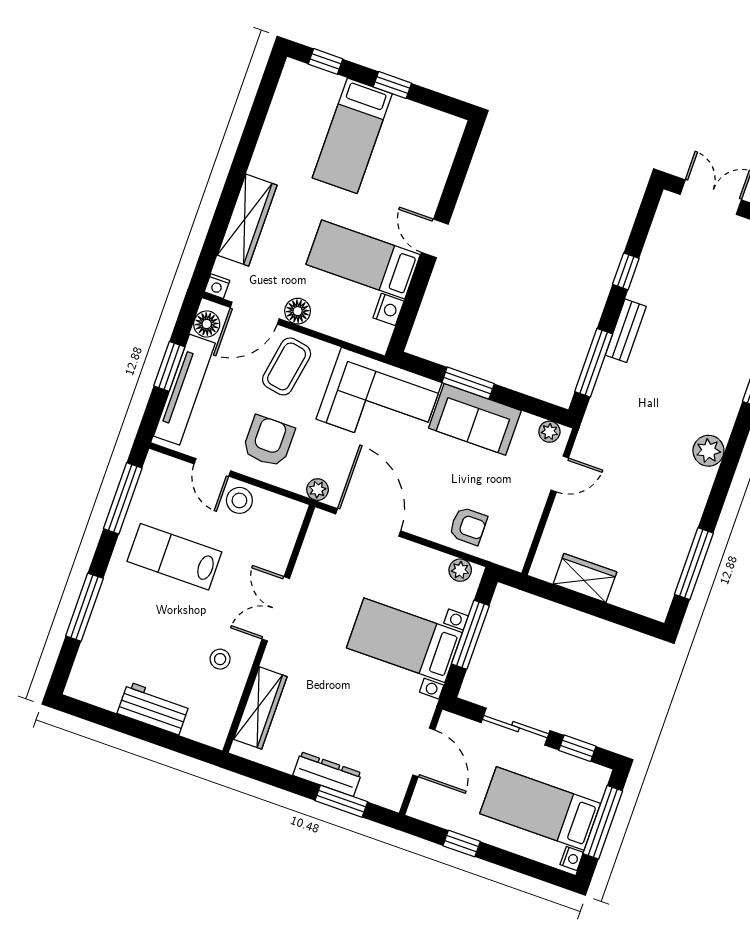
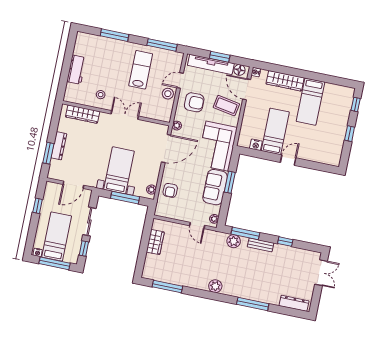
bed: (352, 136) -> (310, 102), moved, turned -90
floor lamp: (298, 311) -> (250, 107), removed
plant: (608, 393) -> (234, 241), added

